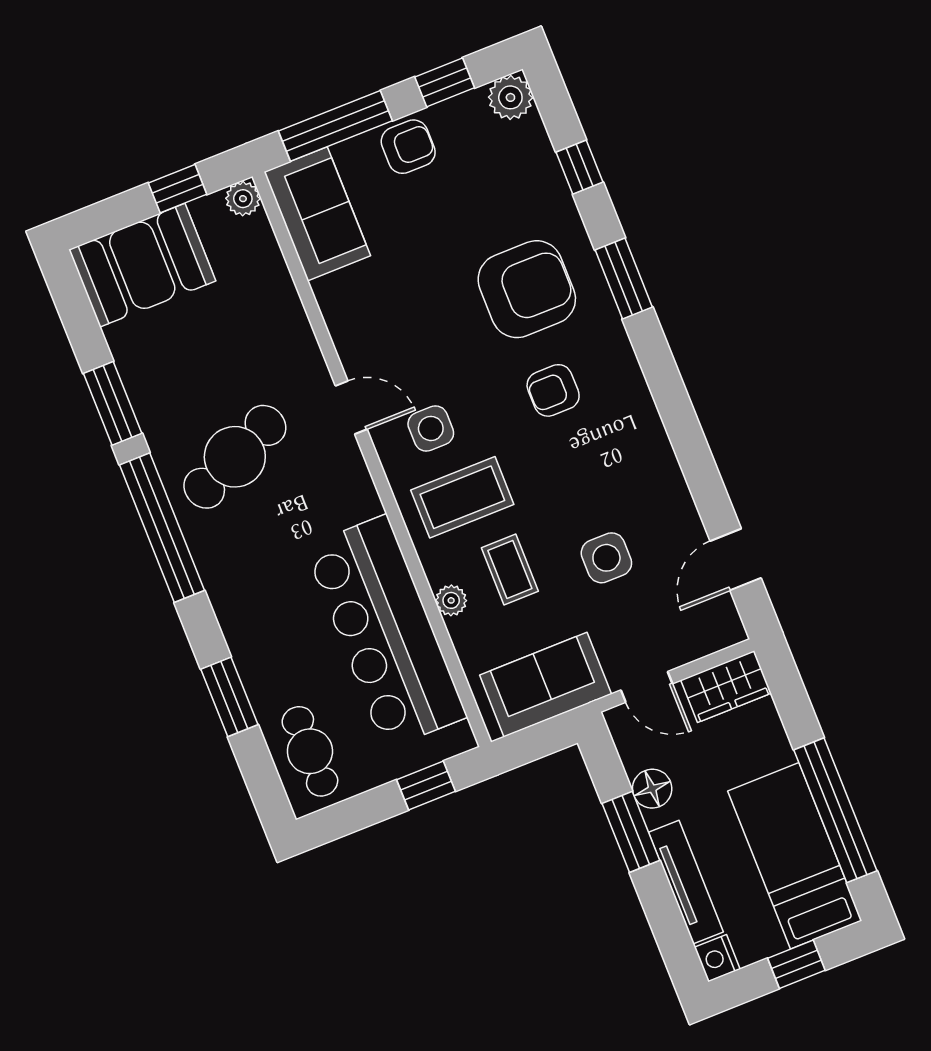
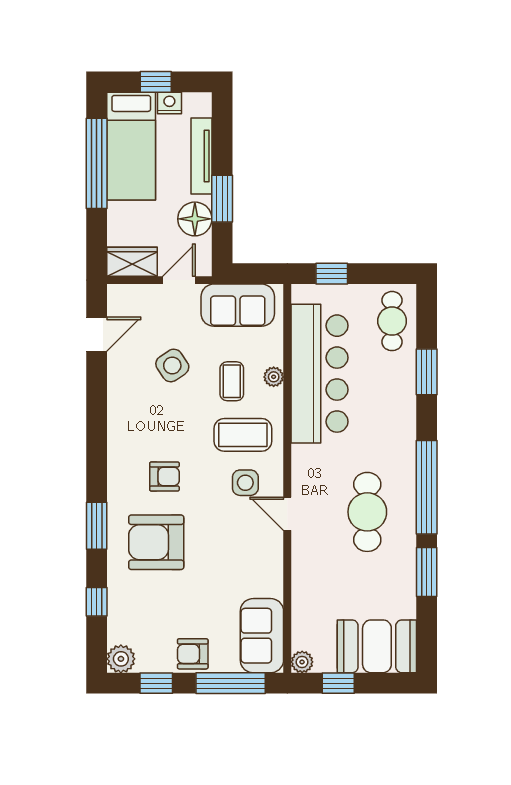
cafe table: (235, 457) -> (367, 512), turned -66
side table: (606, 558) -> (172, 365), turned -34
door: (647, 687) -> (179, 280), hinge flipped
floor lamp: (652, 789) -> (195, 219), width x1.38, depth x1.38
nightstand: (717, 958) -> (169, 103), moved, turned -90

